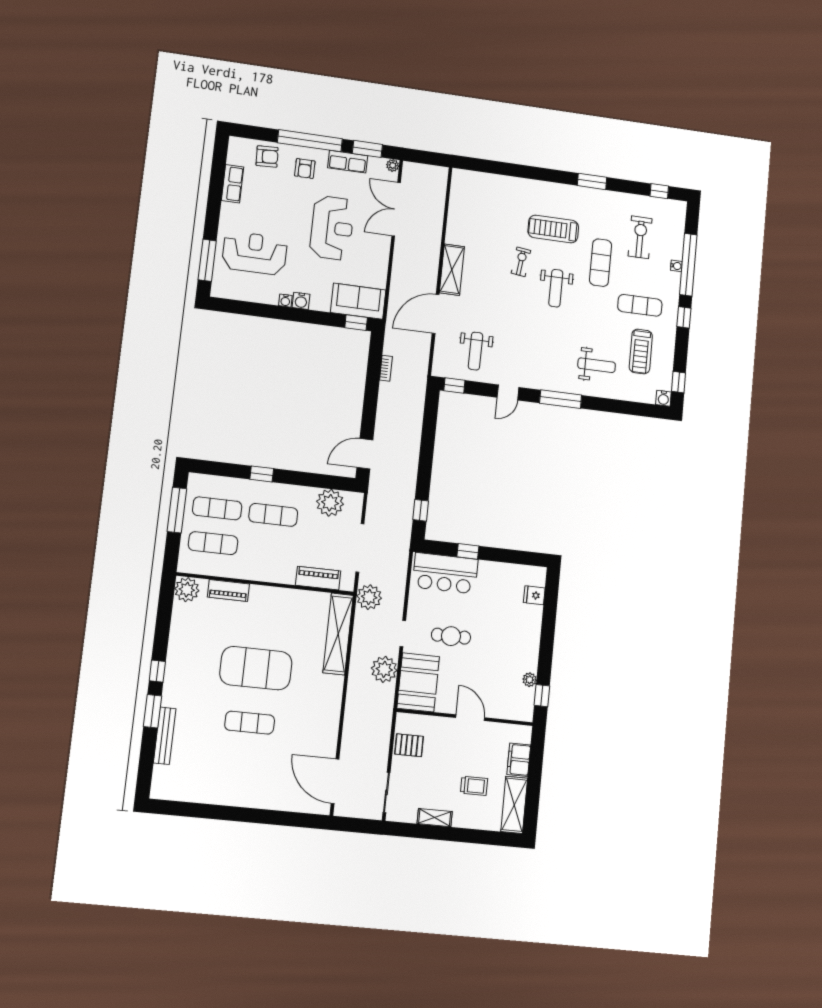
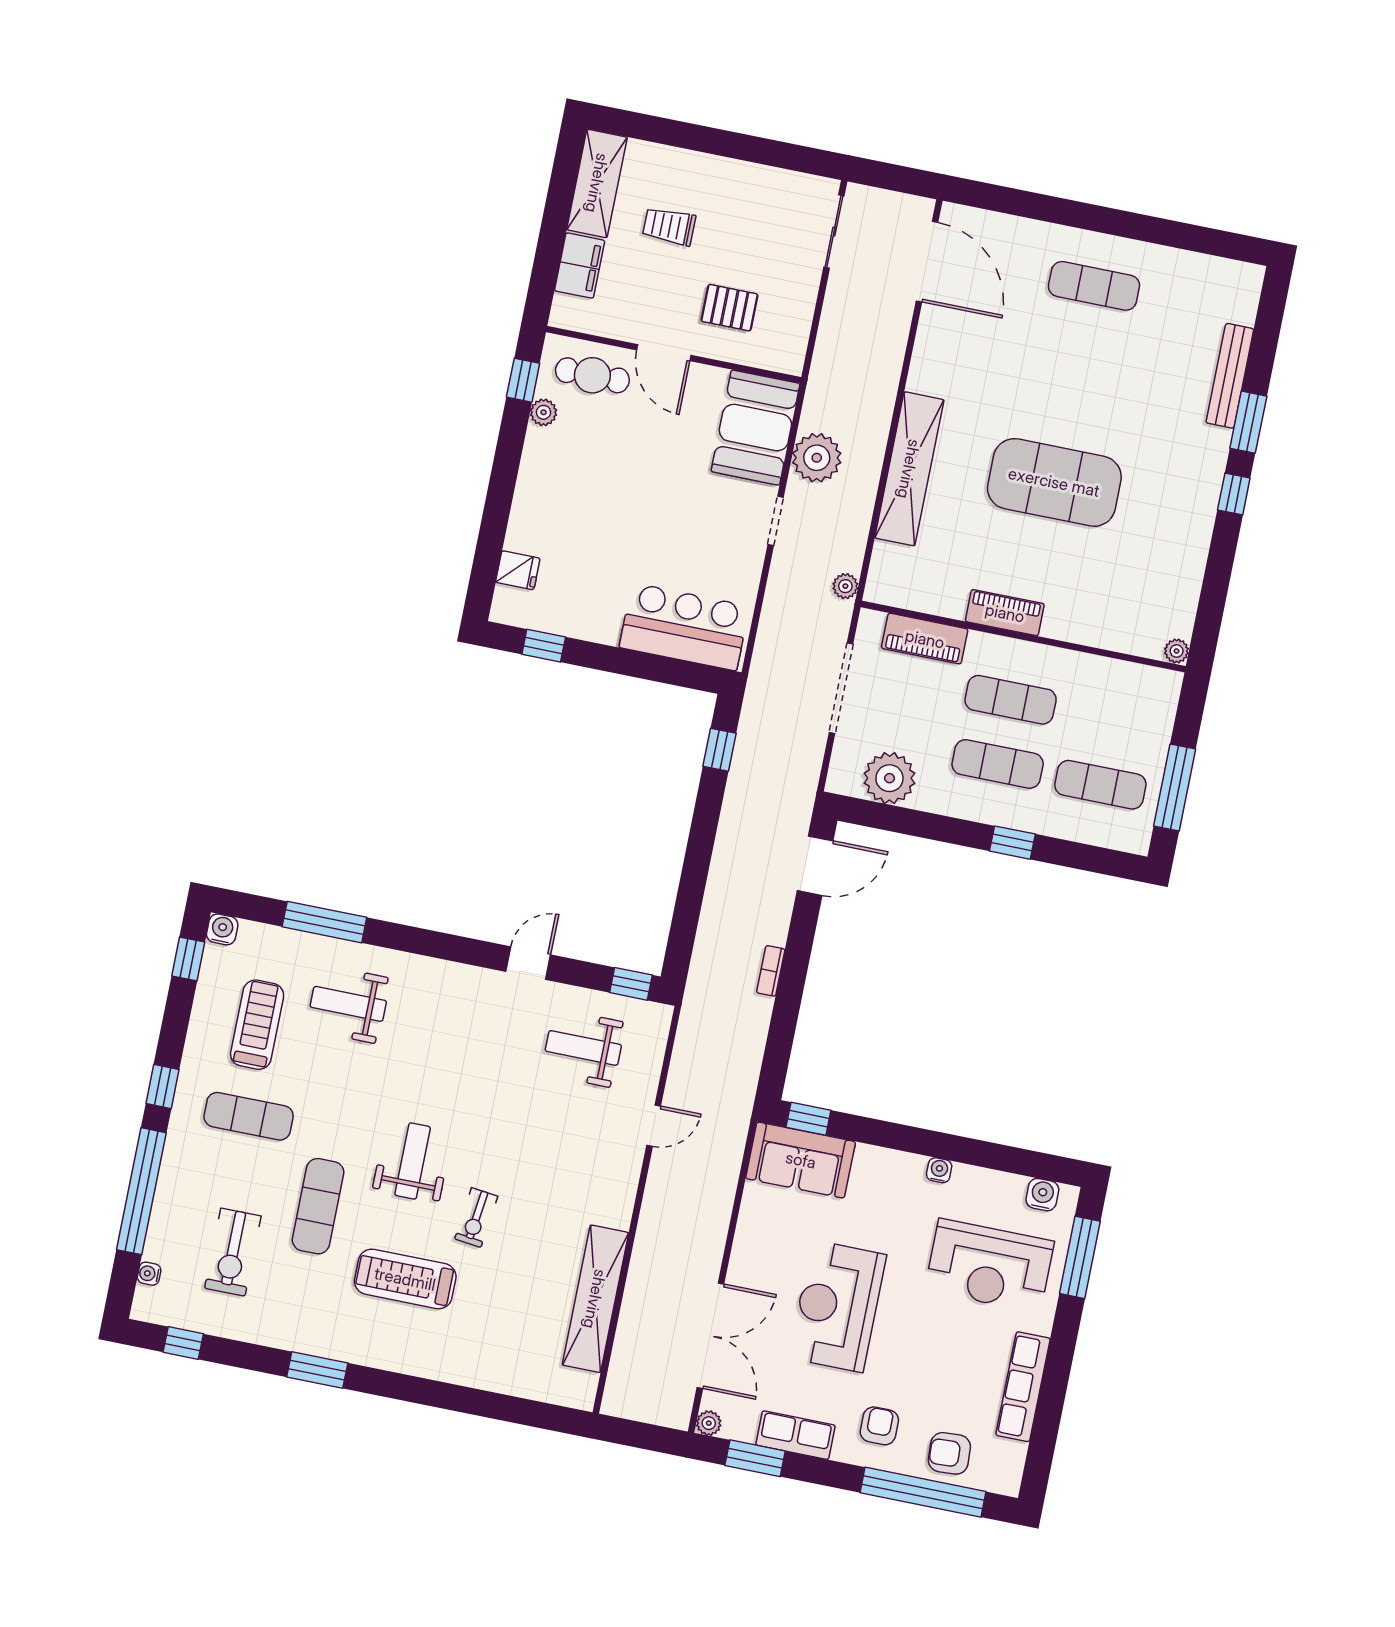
window: (310, 141) -> (923, 1492), moved
row of seats: (233, 184) -> (1023, 1387), width x1.48
treadmill: (553, 229) -> (405, 1279), turned 180
water cooler: (676, 266) -> (149, 1274), moved
shelving: (452, 270) -> (595, 1299), moved, width x1.47
water cooler: (301, 301) -> (1042, 1195), moved
door: (436, 314) -> (654, 1126), width x0.53
weight bench: (476, 351) -> (583, 1048), turned -90
bookcase: (386, 368) -> (771, 971), moved
window: (561, 399) -> (324, 922), moved
exercise mat: (213, 543) -> (1011, 700), moved
window: (468, 551) -> (544, 646), moved
plant: (187, 590) -> (1177, 651), width x0.53, depth x0.53
piano: (228, 590) -> (1005, 613), moved
plant: (369, 597) -> (845, 586), width x0.53, depth x0.53
shelving: (338, 634) -> (909, 469), moved
cafe table: (451, 636) -> (592, 375), moved
exercise mat: (250, 723) -> (1094, 286), moved
pallet: (409, 745) -> (729, 308), moved
shelving: (435, 818) -> (749, 176), removed

